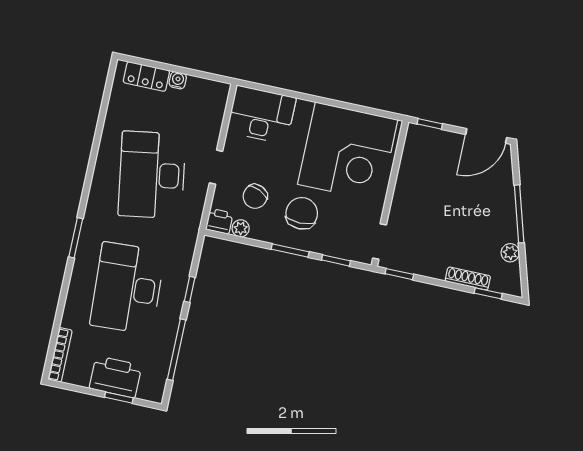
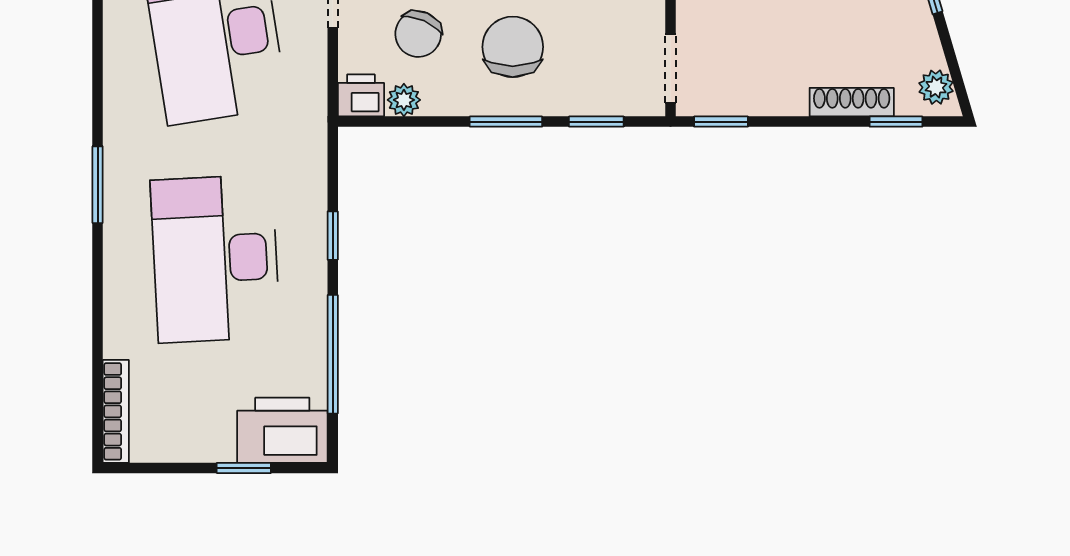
plant: (510, 253) -> (936, 87), moved
printer: (115, 377) -> (282, 430), moved

